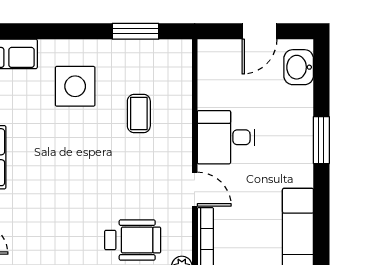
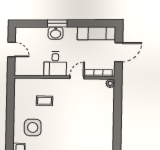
window: (135, 31) -> (10, 101), removed
washbasin: (299, 67) -> (56, 33), moved
wheelchair: (133, 240) -> (98, 104), removed

